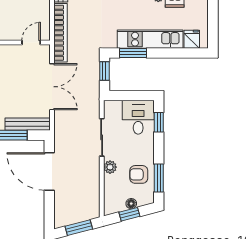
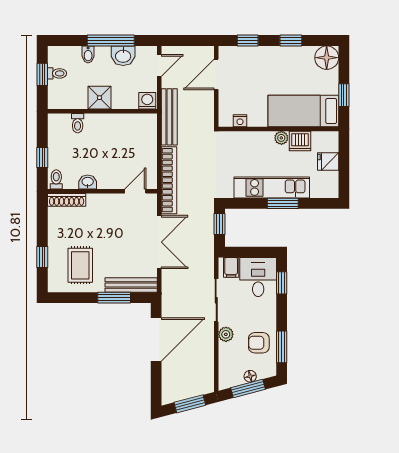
fridge: (192, 39) -> (328, 162), moved, turned -90
window: (133, 53) -> (283, 203), moved
filing cabinet: (115, 109) -> (231, 267), added
door: (49, 172) -> (156, 339), swing flipped
window: (129, 214) -> (248, 389), width x1.50

